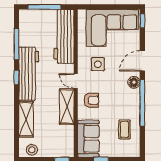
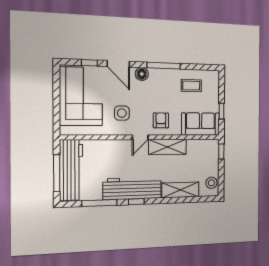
window: (142, 21) -> (89, 63), moved
workbench: (64, 36) -> (71, 170), moved, turned -90
window: (142, 103) -> (164, 66), width x0.68

